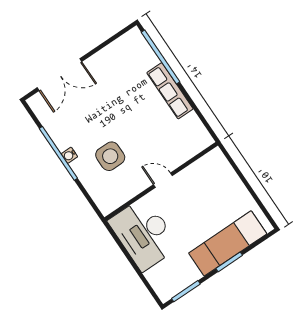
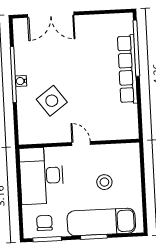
row of seats: (170, 91) -> (127, 69), width x1.36
side table: (110, 156) -> (52, 101), turned -36
stool: (208, 203) -> (104, 182), added
chair: (174, 277) -> (44, 223), added

